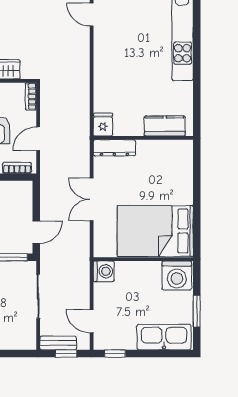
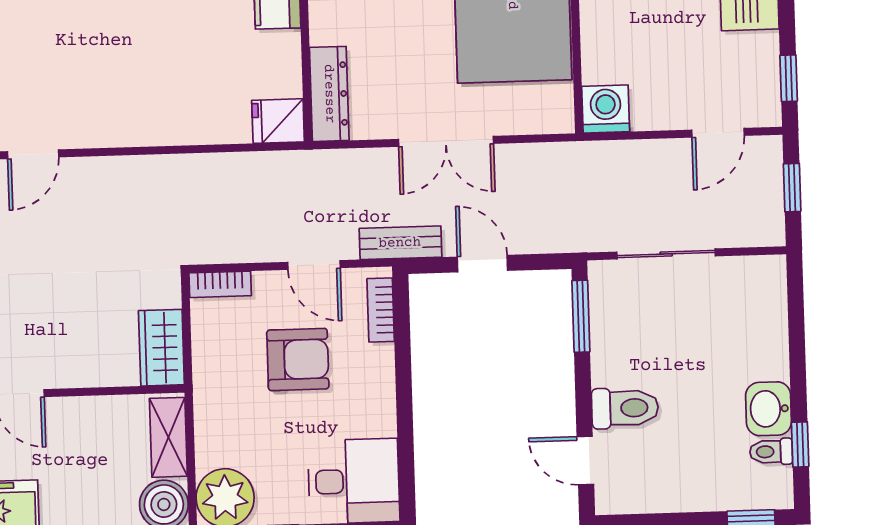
door: (36, 232) -> (482, 264), moved
bench: (58, 343) -> (400, 243), moved, turned 90

